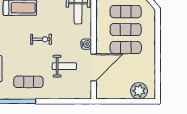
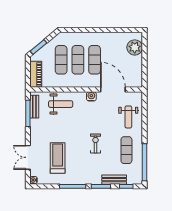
exercise bike: (41, 39) -> (96, 144), moved
weight bench: (64, 66) -> (128, 117), moved, turned 180

